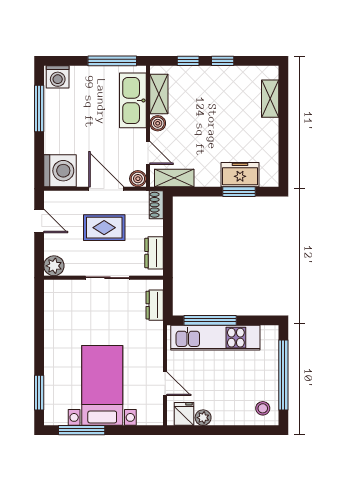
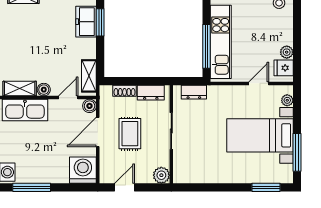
shoe rack: (156, 205) -> (125, 91), moved
plant: (145, 418) -> (287, 100), added

